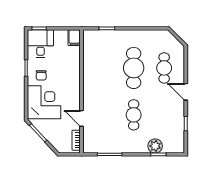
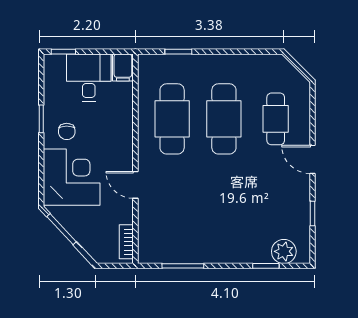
desk: (40, 44) -> (89, 78), moved
cafe table: (134, 115) -> (172, 119), moved, width x1.37, depth x1.35
door: (82, 118) -> (135, 185), moved
plant: (155, 146) -> (284, 251), moved

